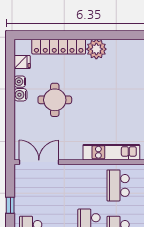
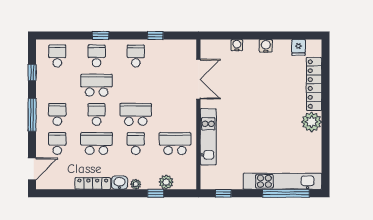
water cooler: (20, 82) -> (237, 45), moved
round table: (55, 100) -> (261, 80), removed
double door: (39, 162) -> (198, 79), moved

